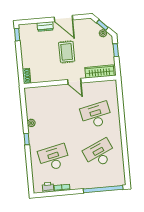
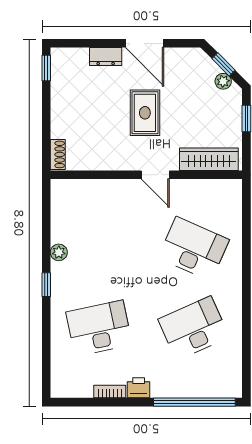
desk: (96, 115) -> (194, 249), turned 36
printer: (48, 187) -> (139, 388), moved

